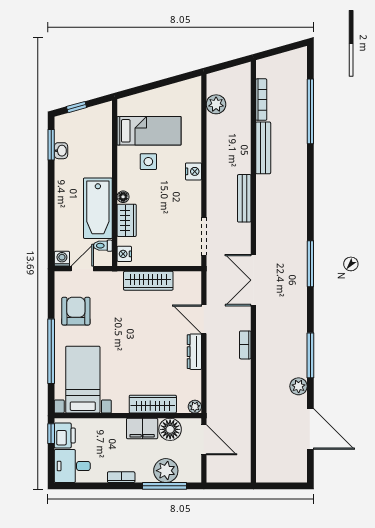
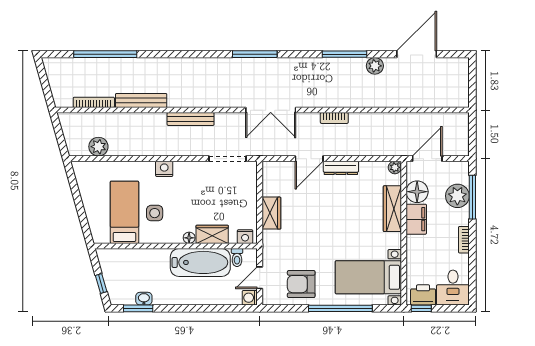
door: (82, 269) -> (260, 278), hinge flipped
wardrobe: (148, 281) -> (271, 213), width x0.67

